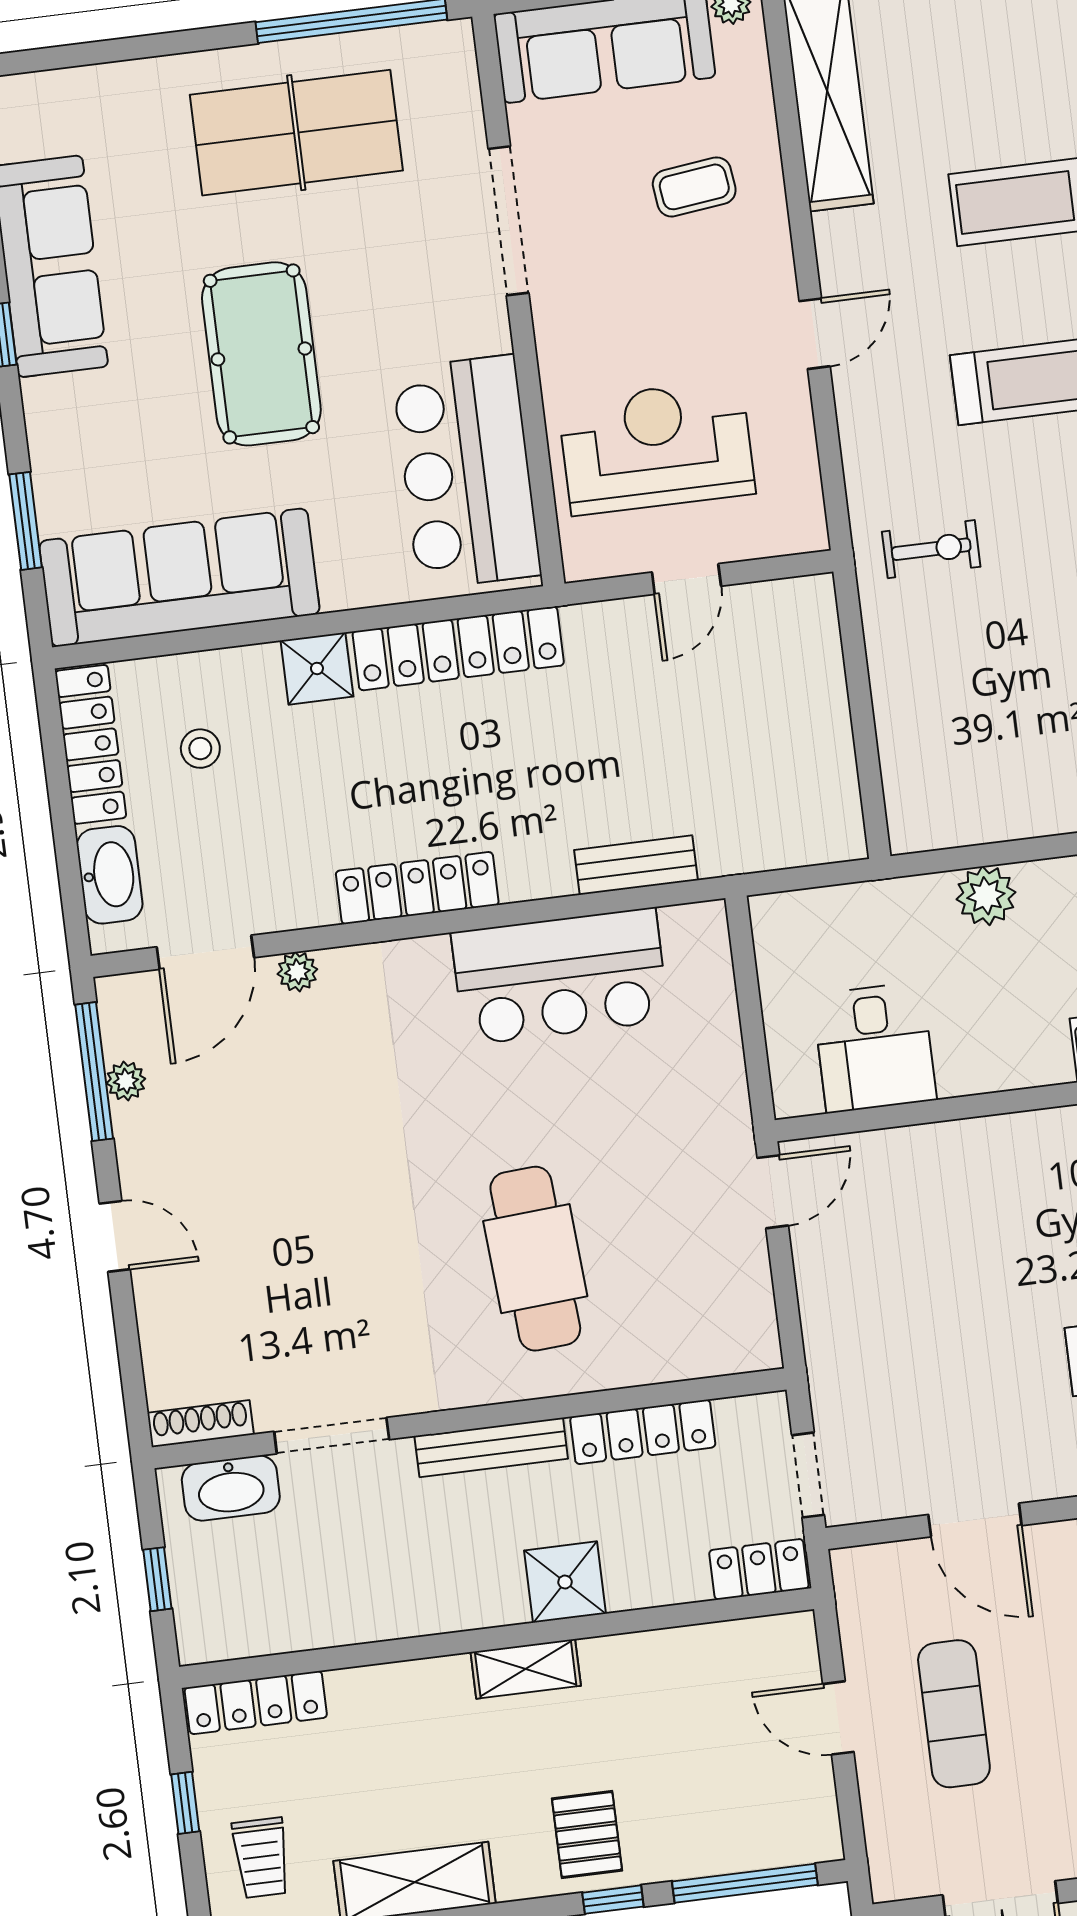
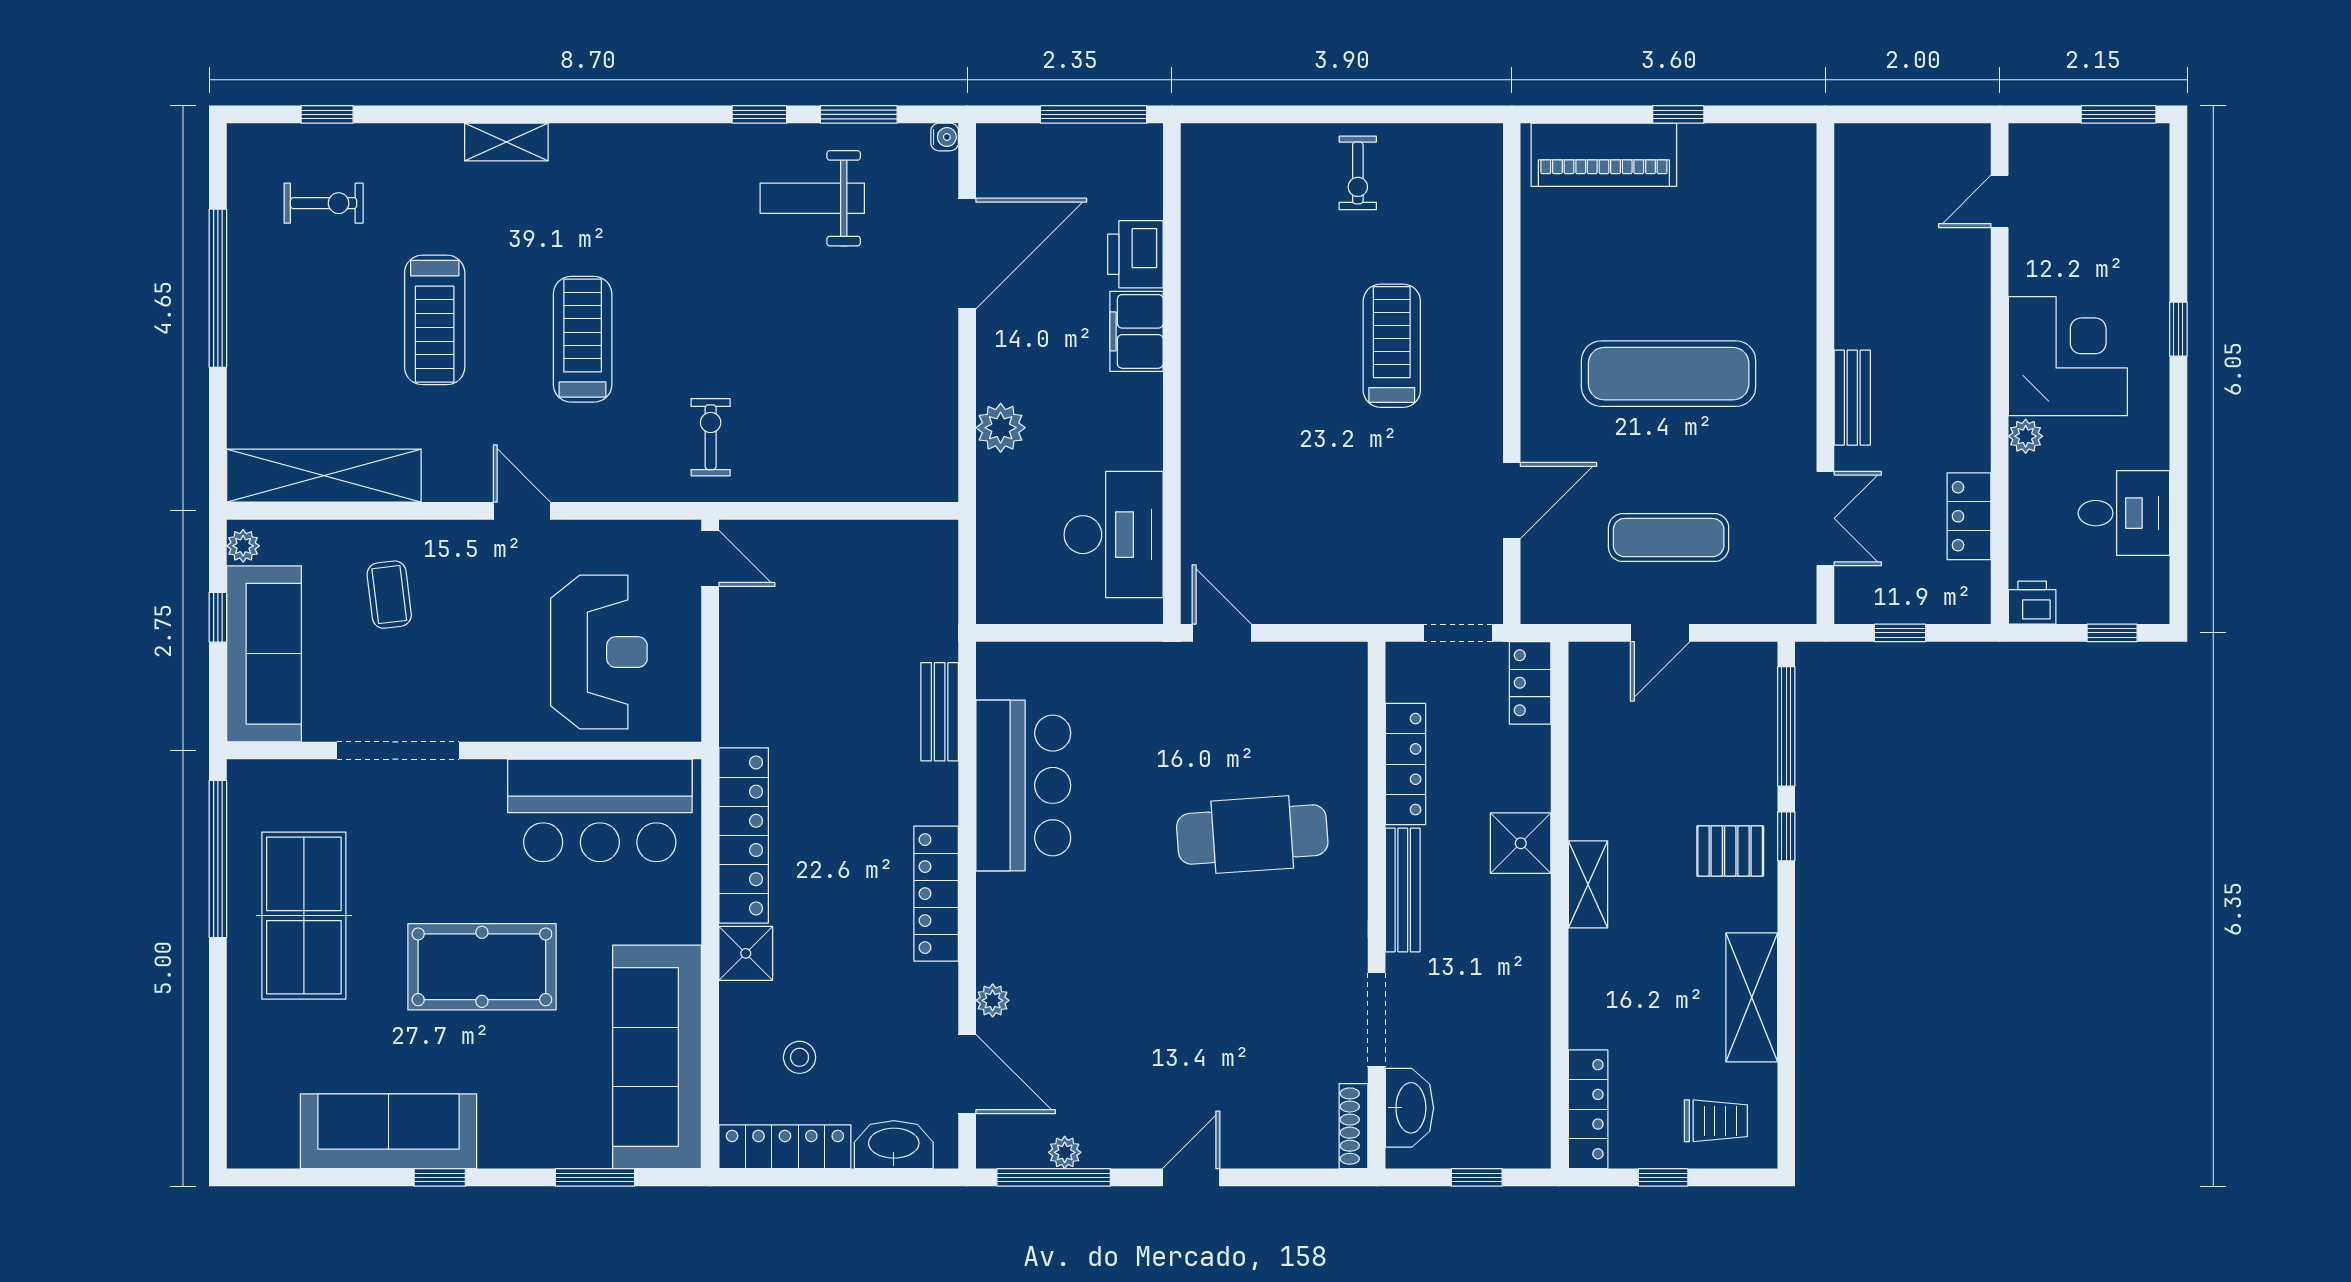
reception desk: (657, 447) -> (599, 652), turned 180
door: (686, 579) -> (710, 558), moved
desk: (874, 1047) -> (1114, 535), width x1.37

